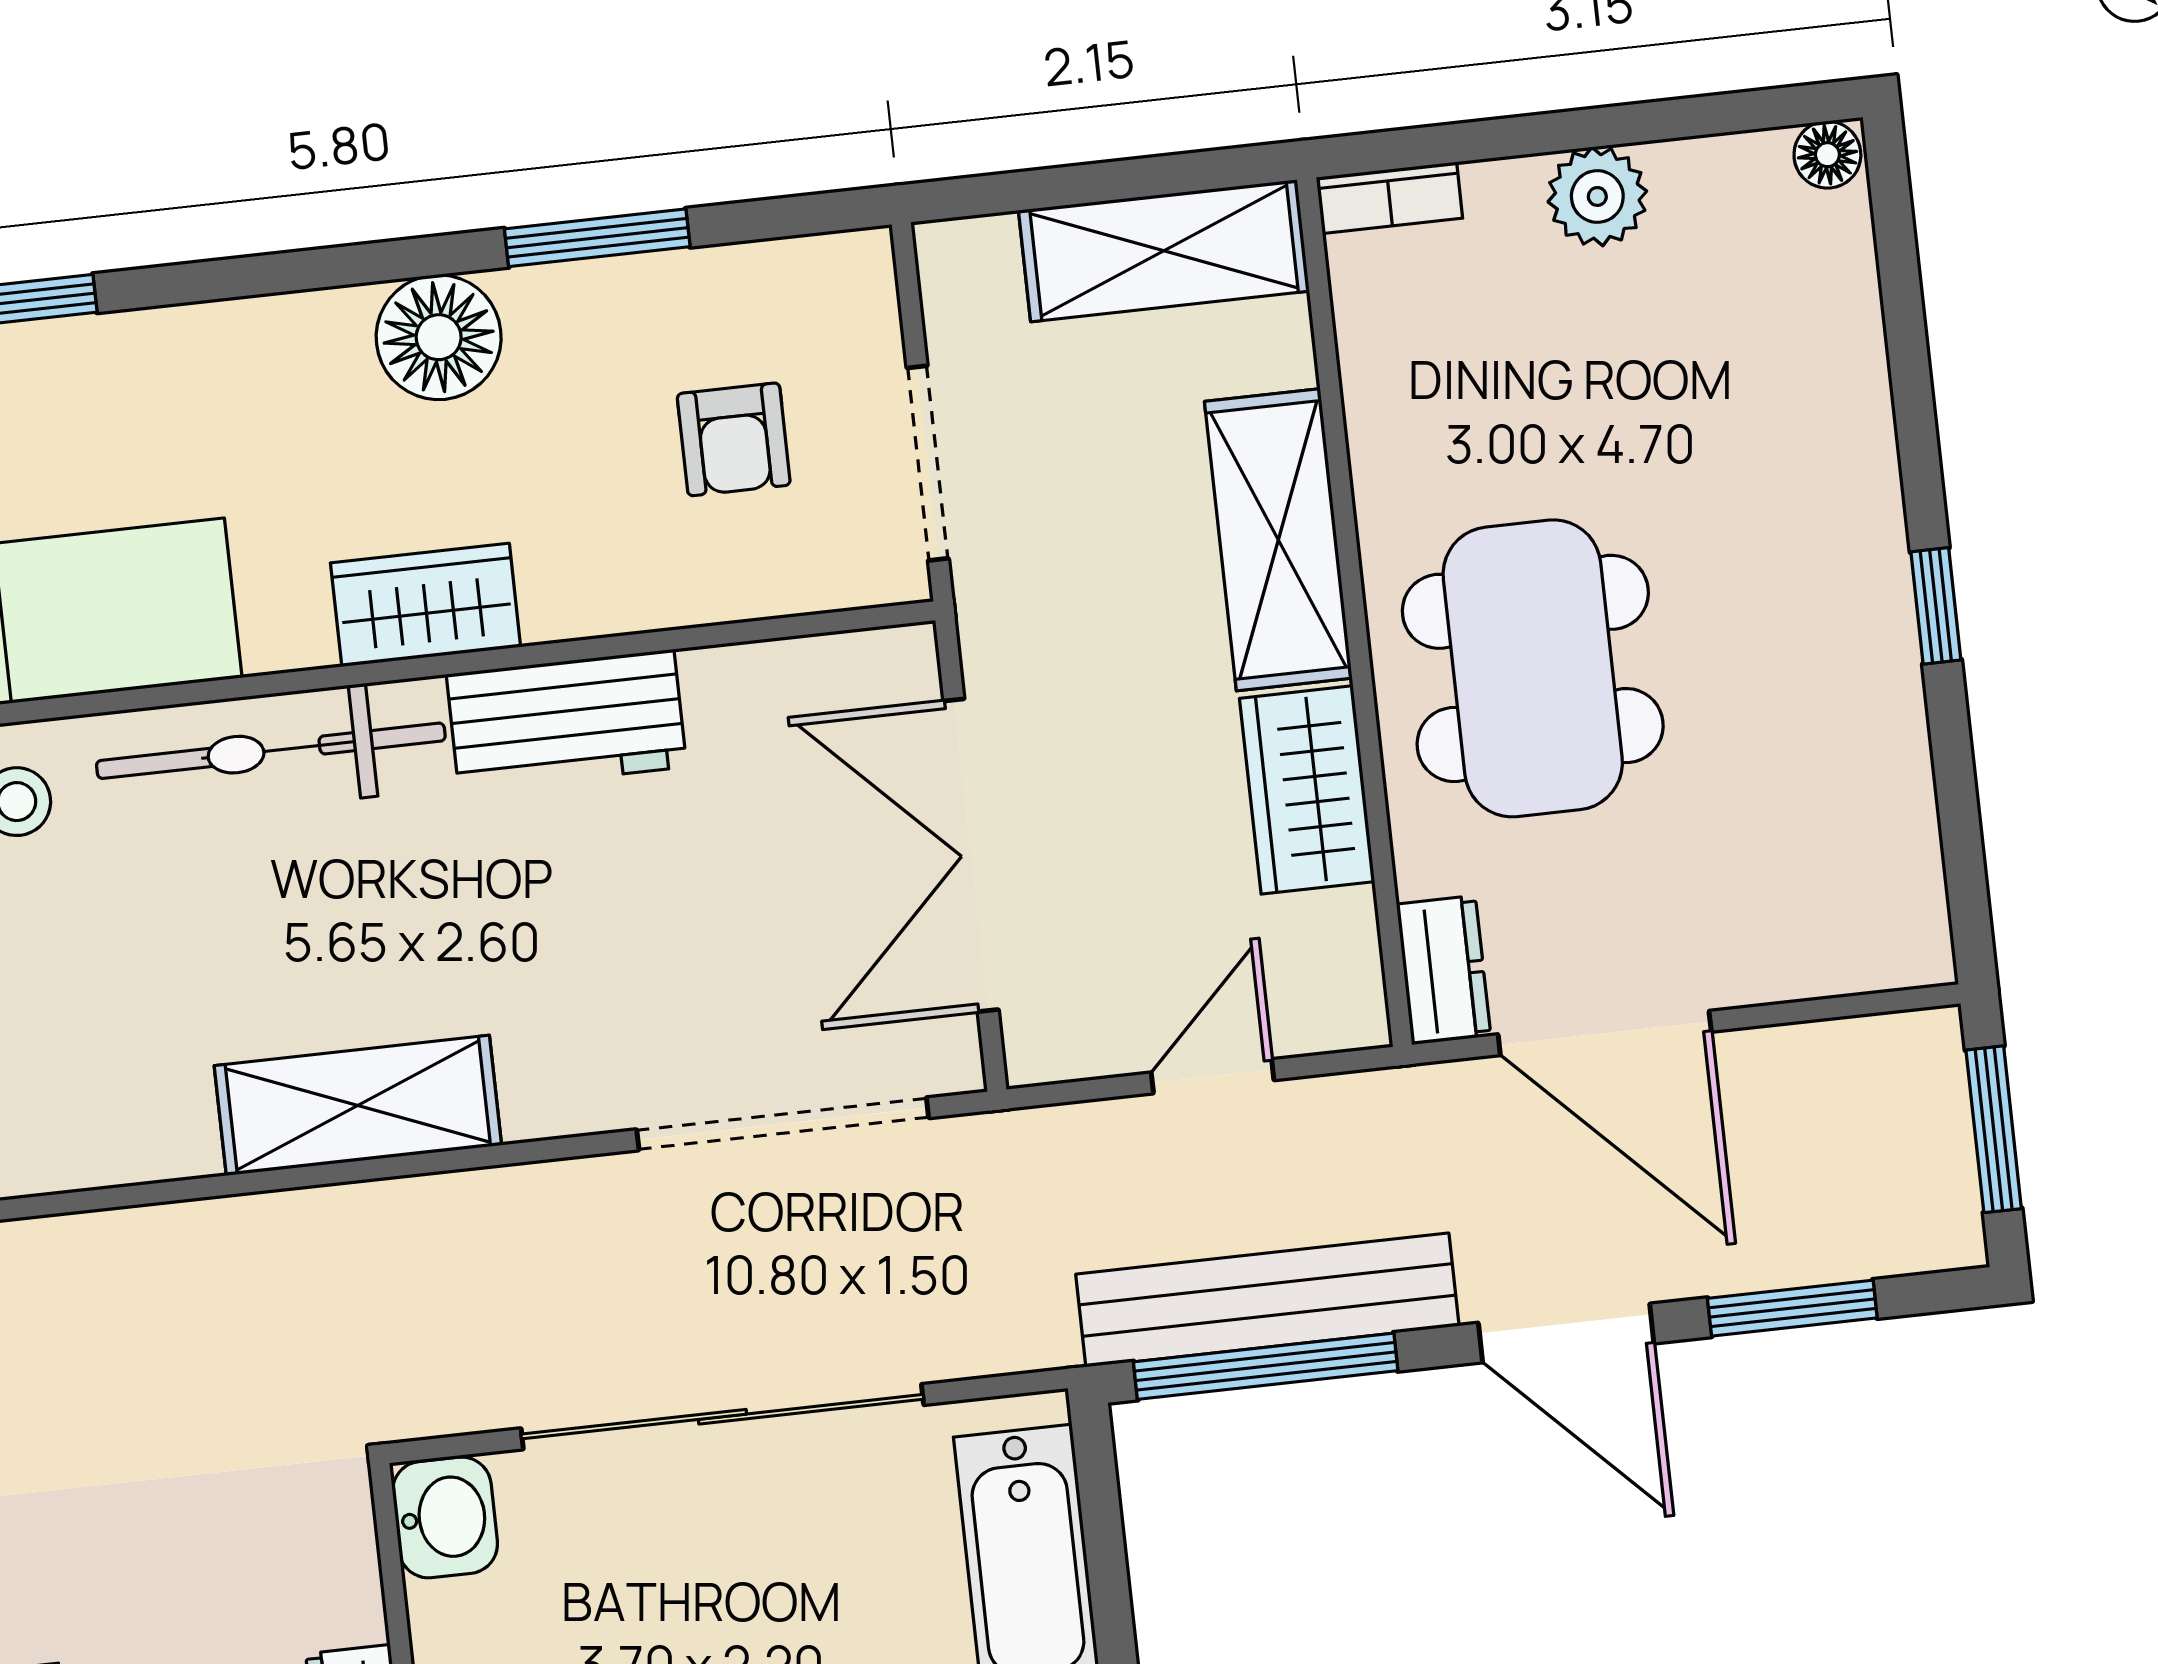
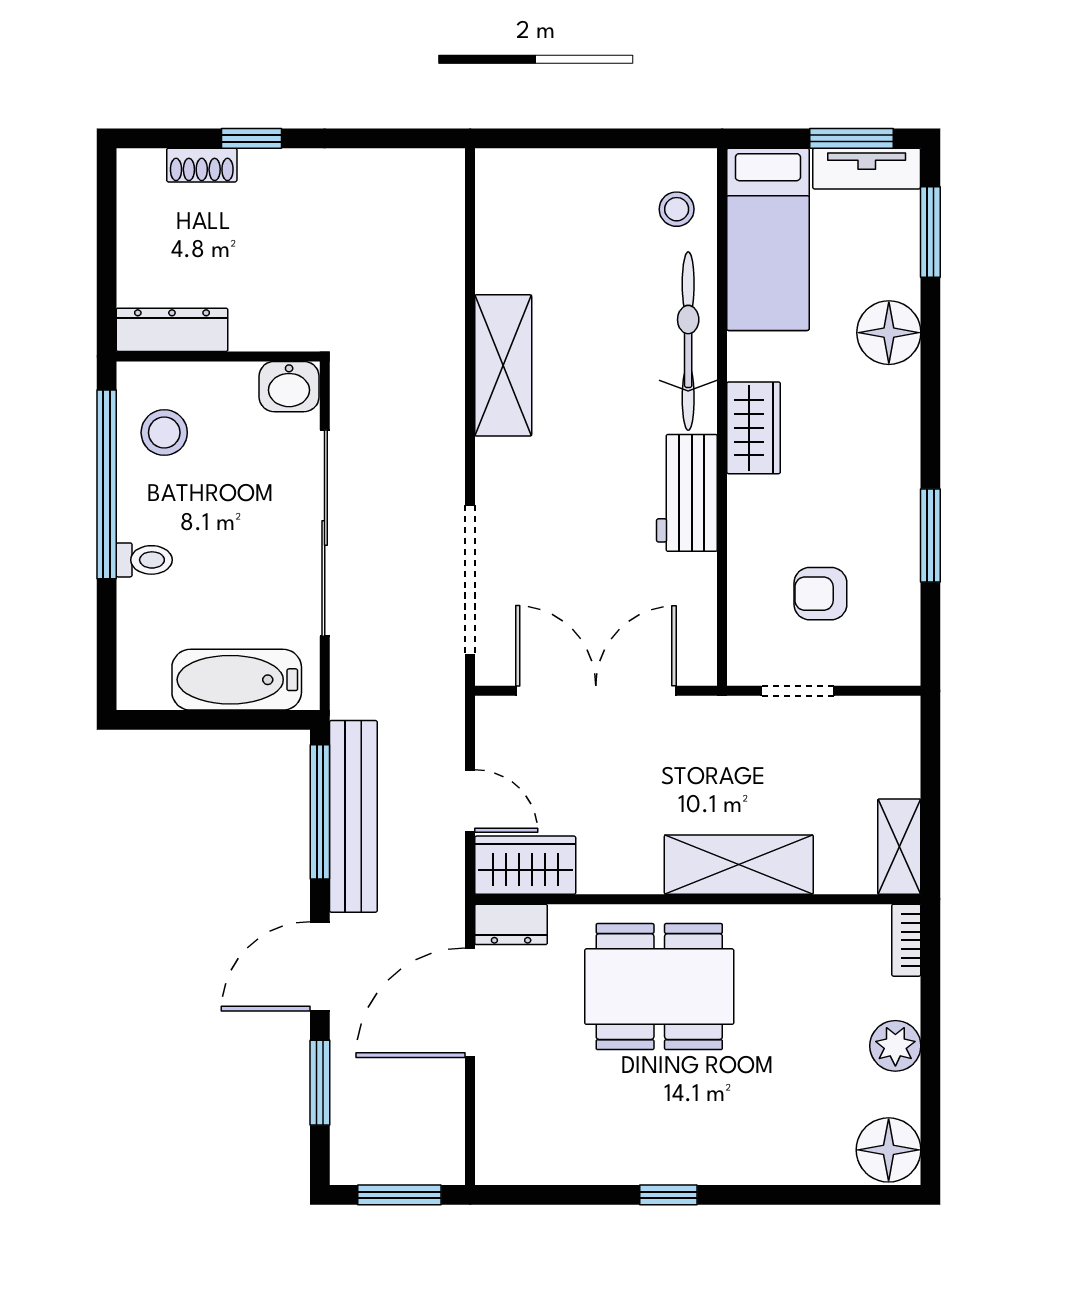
floor lamp: (1827, 155) -> (889, 1150), width x1.89, depth x1.89
shelving: (1164, 251) -> (899, 847), width x0.67, depth x0.75
floor lamp: (439, 337) -> (889, 333), moved
doorway: (928, 463) -> (797, 691), width x0.73
wardrobe: (1307, 790) -> (525, 865), moved

